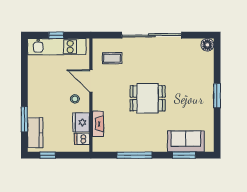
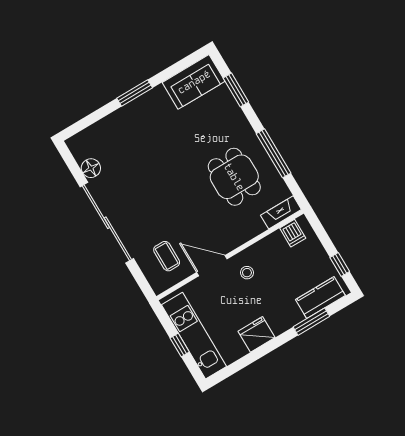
floor lamp: (207, 45) -> (91, 168), moved
door: (91, 81) -> (212, 266), swing flipped
dining table: (148, 98) -> (234, 177), moved
fridge: (81, 122) -> (257, 334), moved, turned 180
fireplace: (98, 124) -> (281, 212), moved
sofa: (186, 141) -> (194, 82), moved, turned -90

